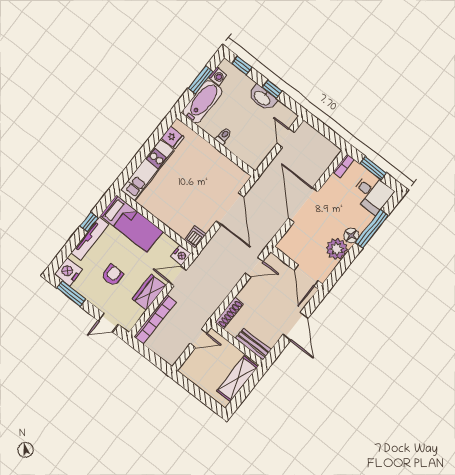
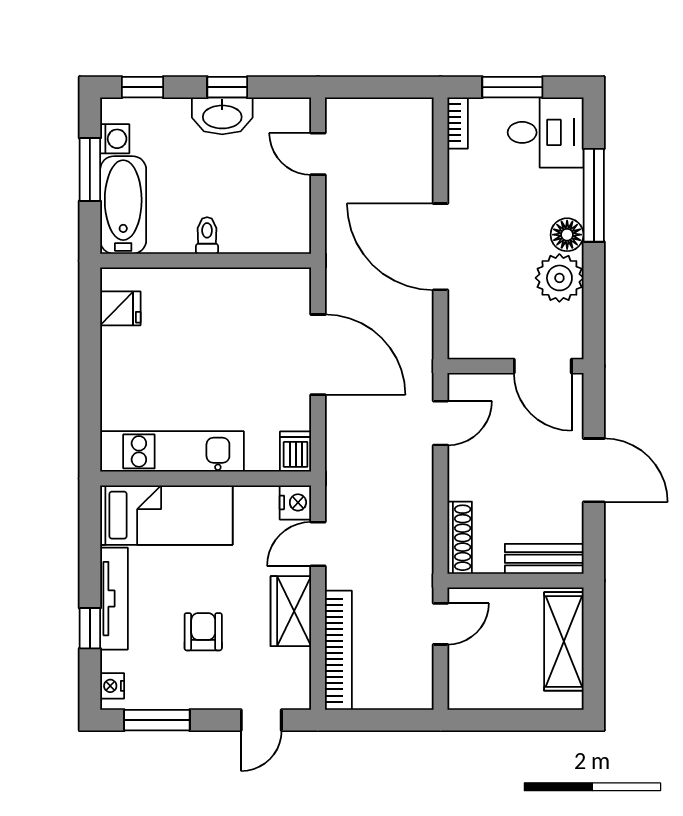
kitchen unit: (147, 170) -> (172, 451), moved, turned -90
window: (89, 222) -> (90, 628), moved
nightstand: (68, 272) -> (112, 686), width x0.53, depth x0.56

